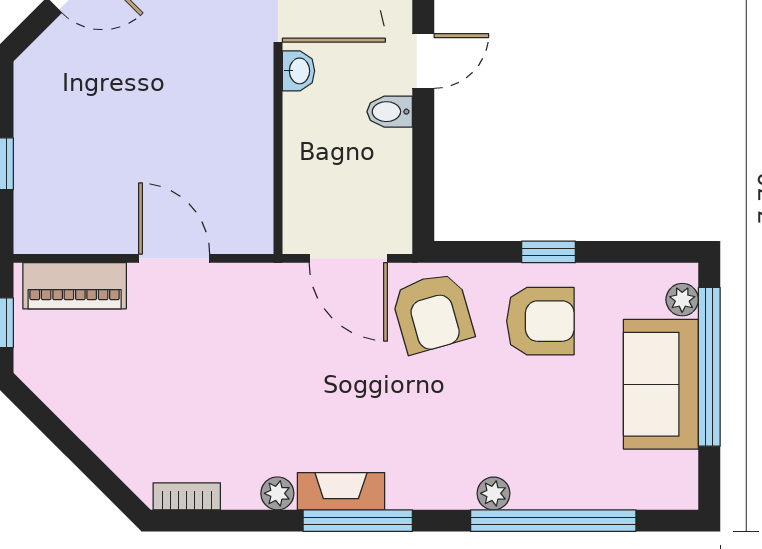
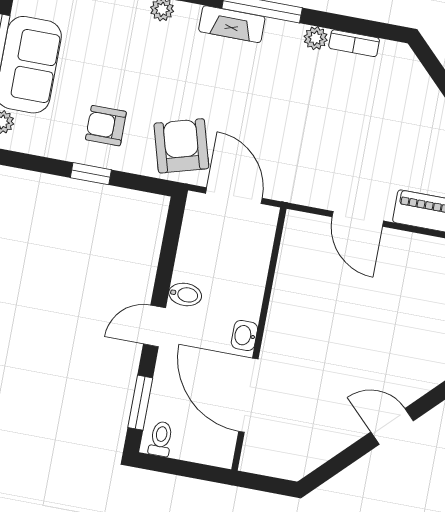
armchair: (540, 321) -> (106, 126), width x0.72, depth x0.72
fireplace: (341, 491) -> (232, 24), moved
bookcase: (187, 496) -> (354, 43), moved

